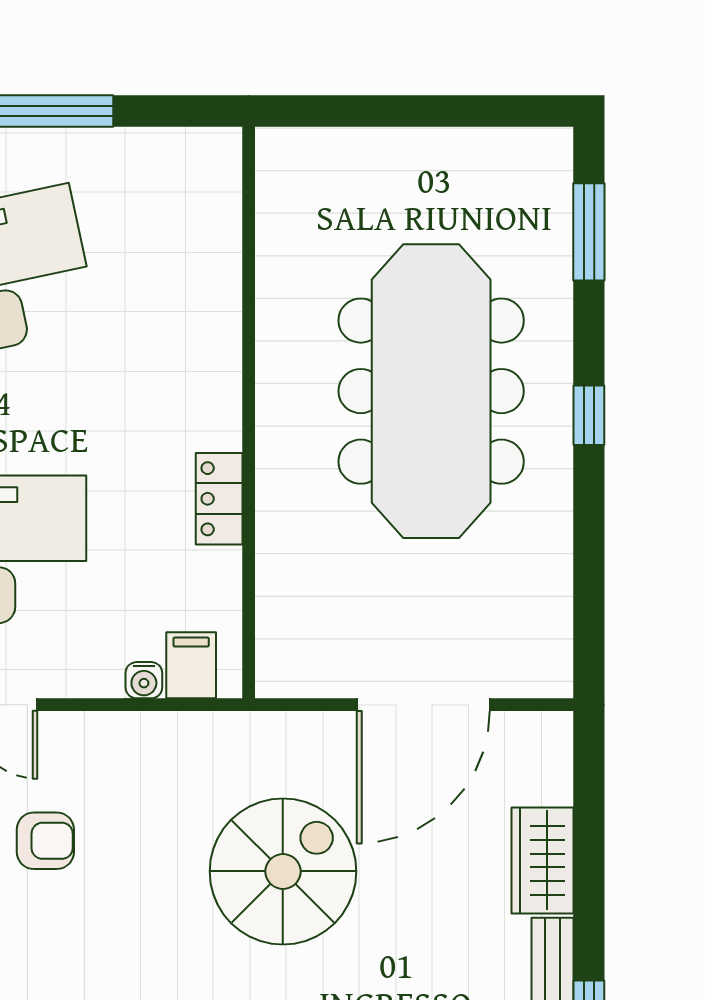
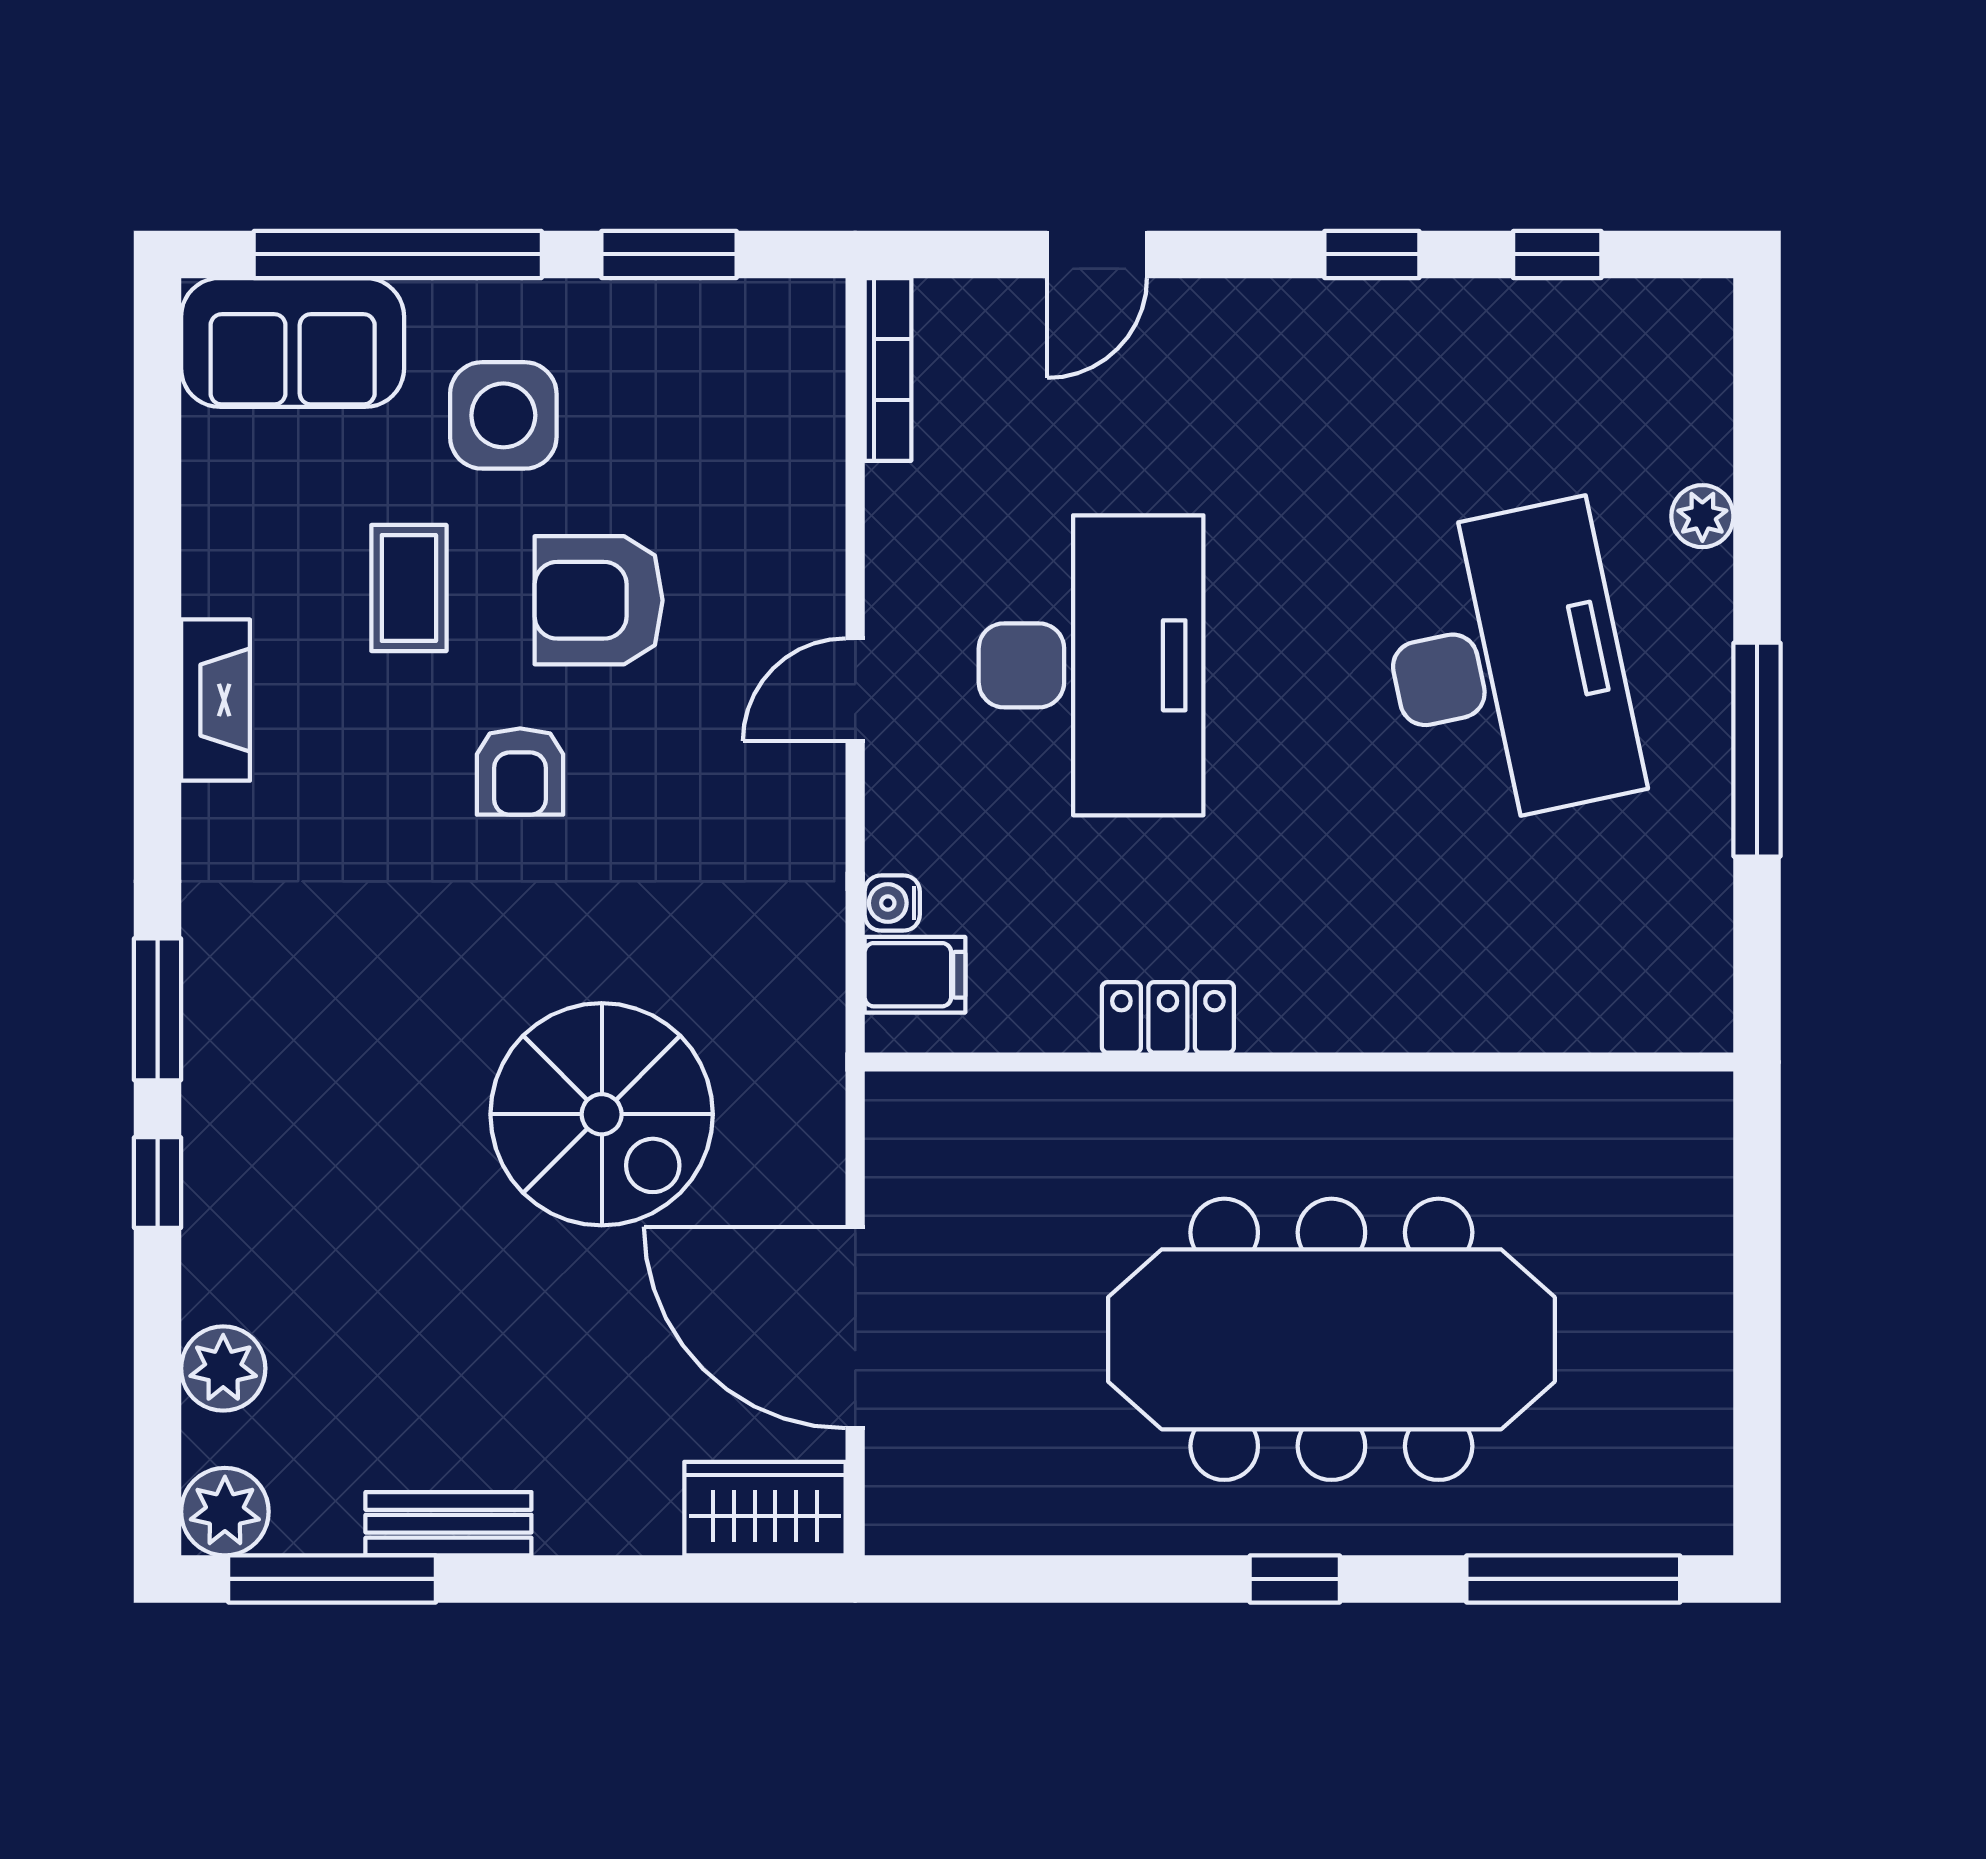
window: (589, 232) -> (1573, 1579), width x1.44
armchair: (45, 841) -> (520, 771), moved
wardrobe: (543, 860) -> (765, 1509), moved

